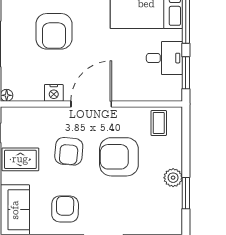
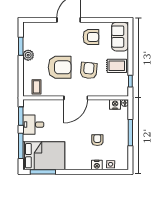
armchair: (54, 31) -> (97, 140), width x0.53, depth x0.53
nightstand: (54, 93) -> (115, 104), moved
armchair: (65, 209) -> (91, 37), turned -91

